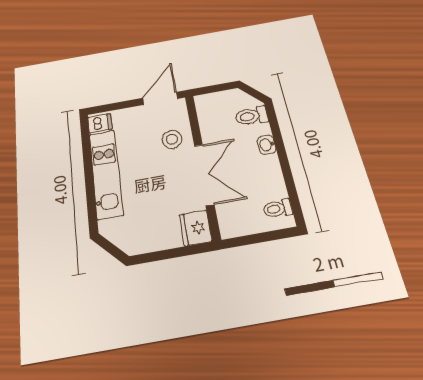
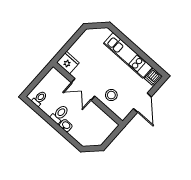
door: (160, 98) -> (142, 103), moved
toilet: (251, 116) -> (60, 114), moved
double door: (204, 175) -> (83, 89), width x0.73

